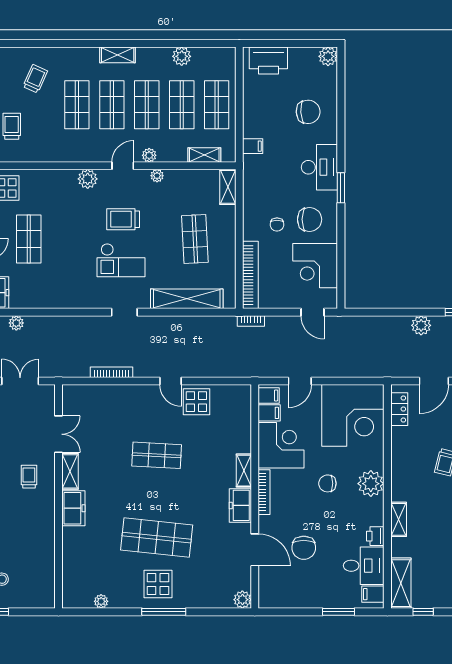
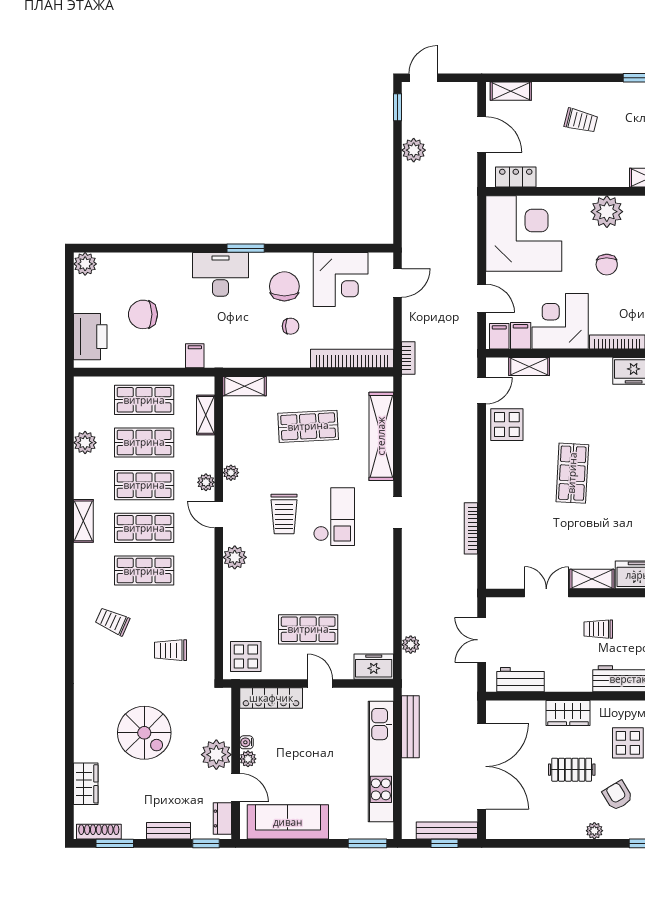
chair: (308, 112) -> (143, 314), moved, turned -87
door: (170, 381) -> (482, 391), moved
shelving: (244, 471) -> (529, 367), moved

